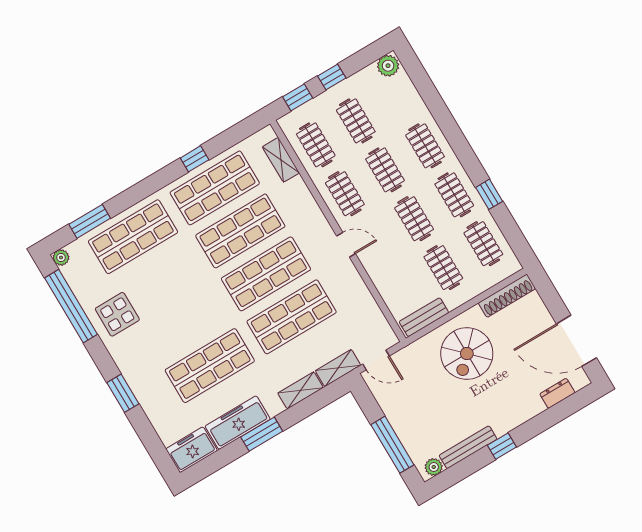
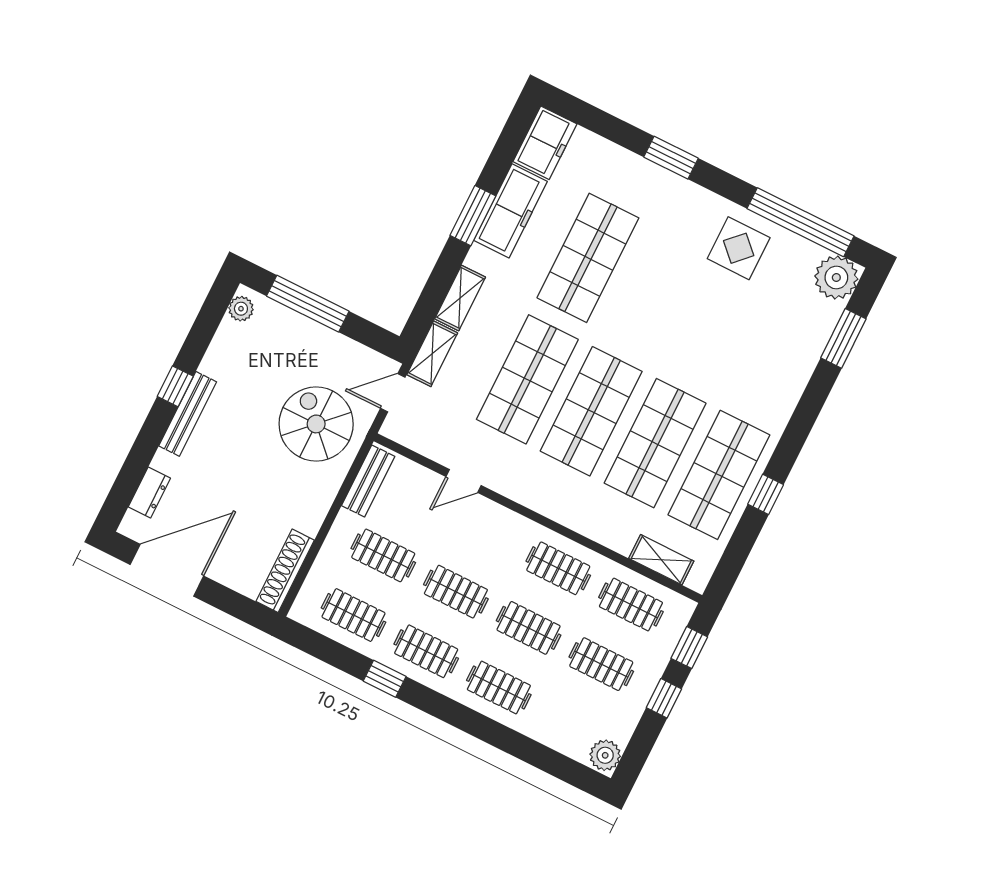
shop shelf: (133, 237) -> (780, 353), removed
door: (346, 245) -> (464, 481), moved
plant: (61, 257) -> (836, 278), width x1.87, depth x1.87
spiral stairs: (467, 353) -> (316, 424), moved
bench: (468, 447) -> (188, 414), moved

